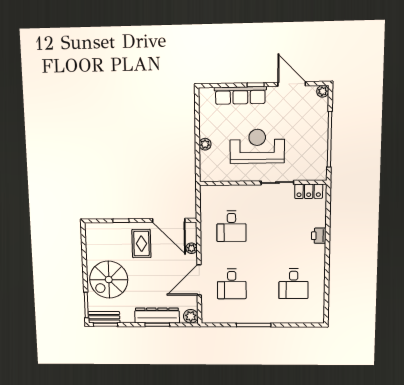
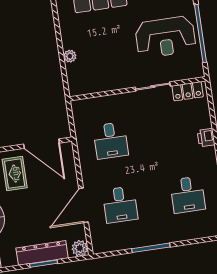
reception desk: (257, 146) -> (165, 37), moved, turned 180
plant: (192, 248) -> (70, 171), removed

